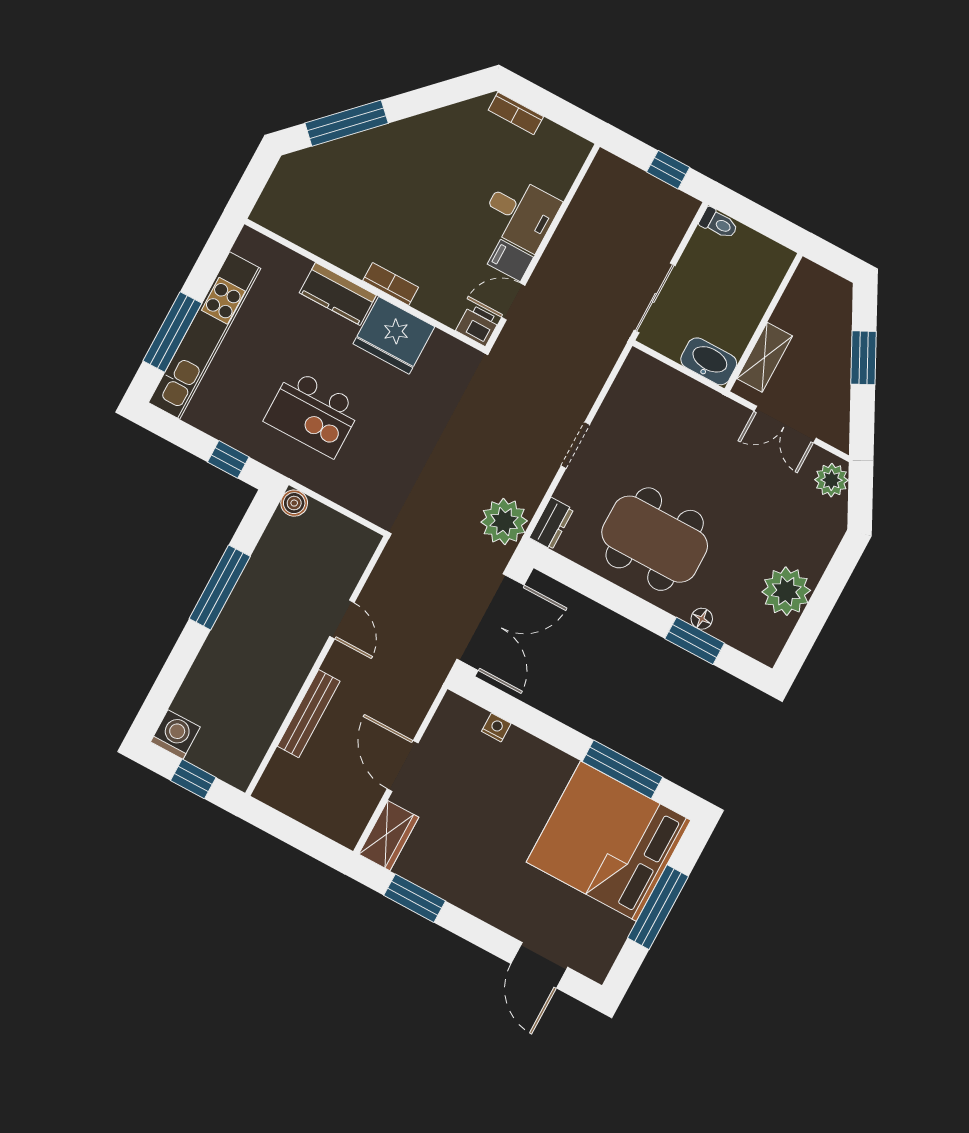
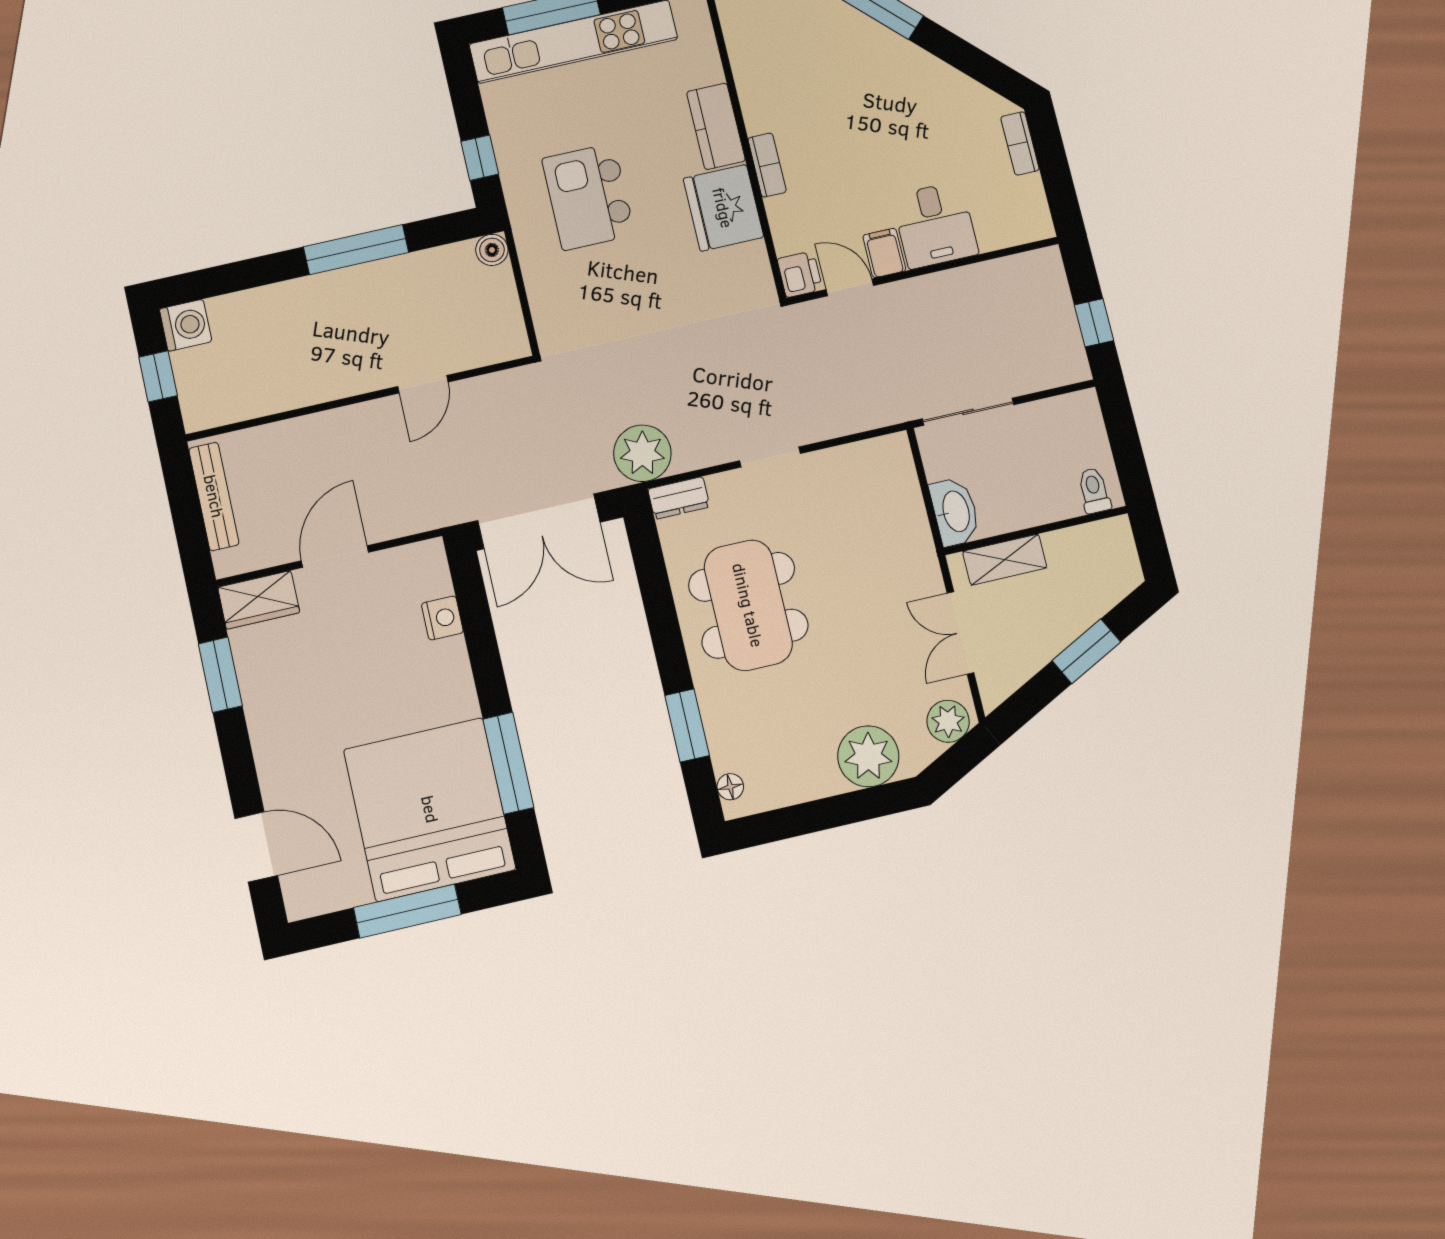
toilet: (719, 223) -> (1094, 491), moved, turned 180
plant: (786, 591) -> (868, 756), moved
floor lamp: (702, 619) -> (730, 787), moved
bench: (309, 714) -> (214, 496), moved, turned 90
nightstand: (496, 727) -> (442, 618), width x1.39, depth x1.35
door: (539, 965) -> (256, 847), swing flipped

